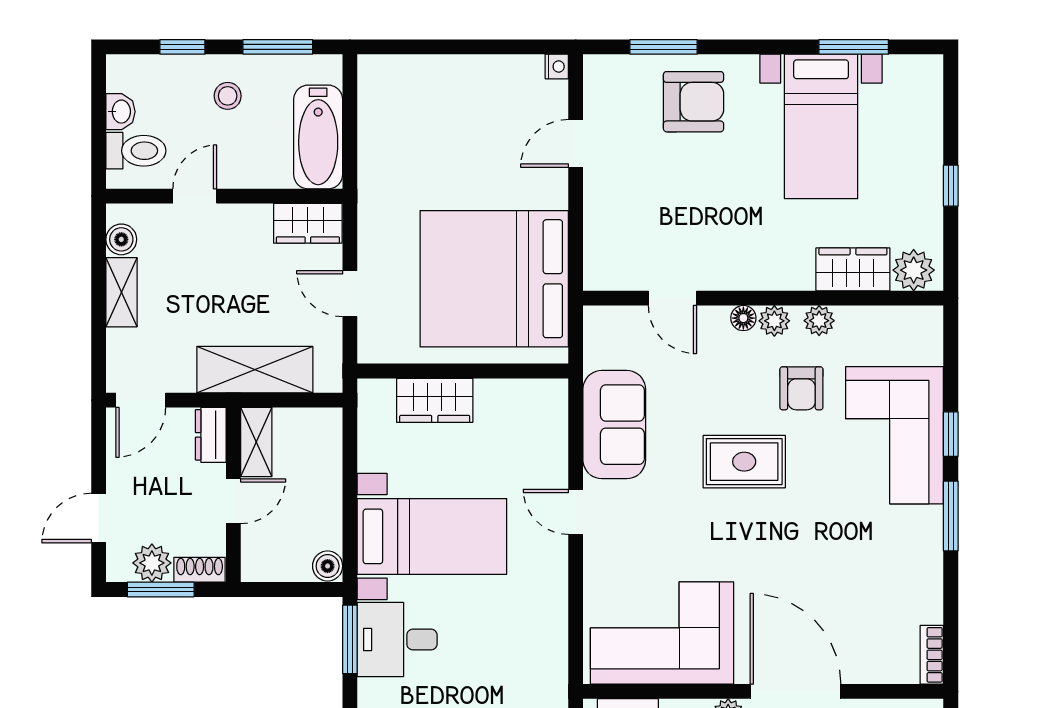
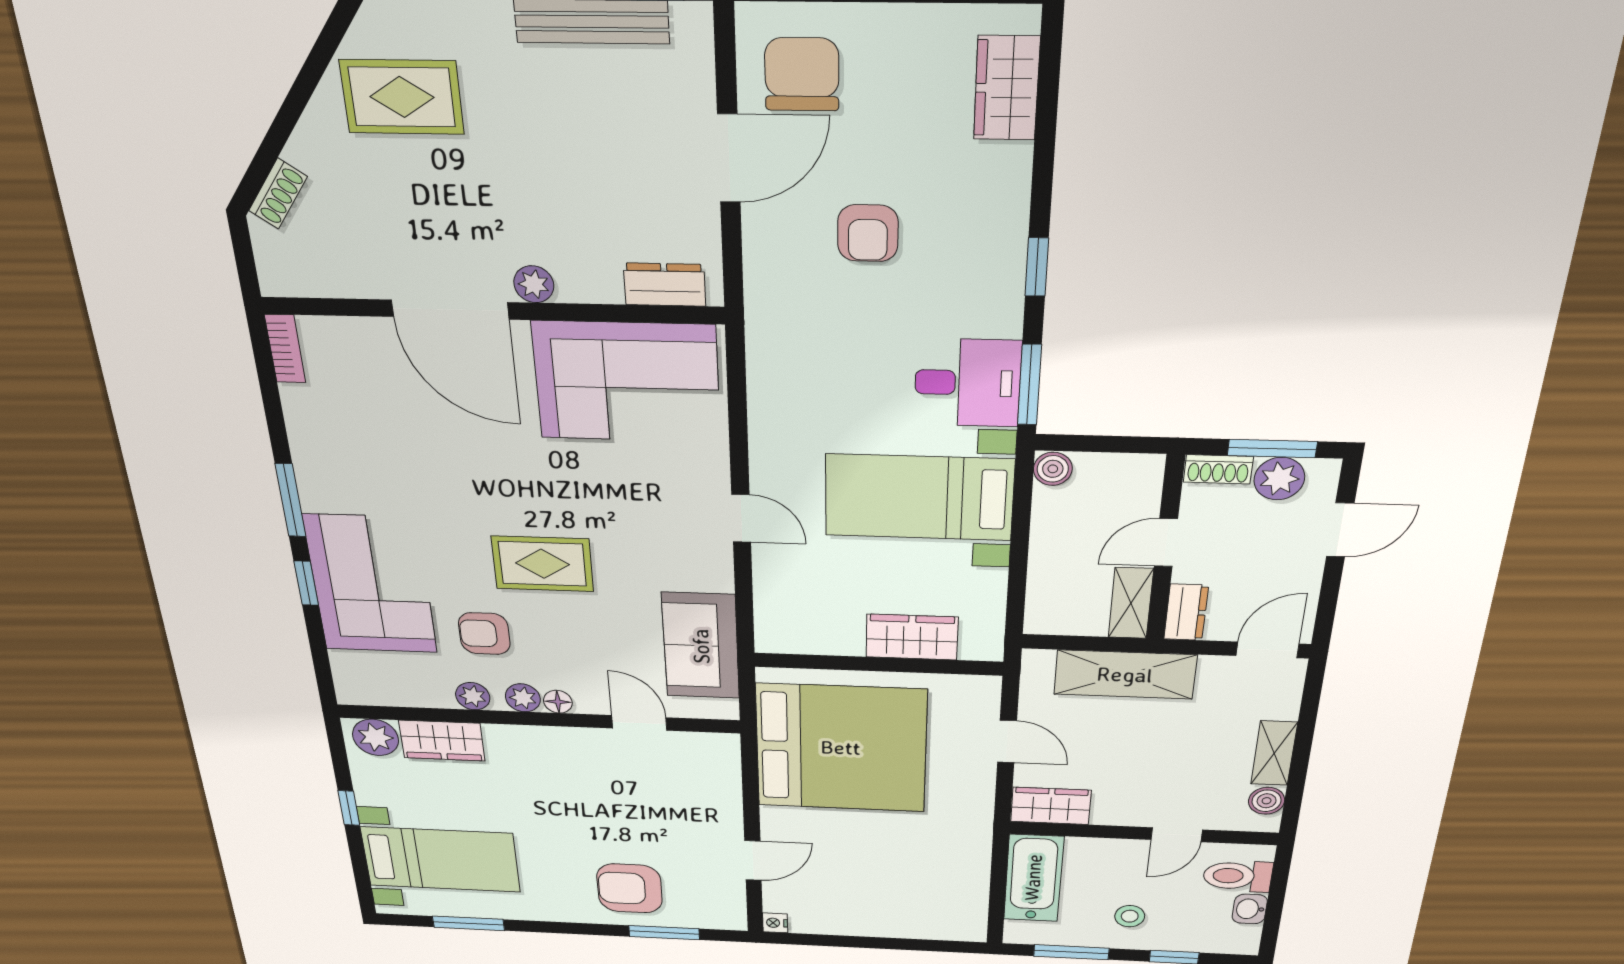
bed with nightstands: (821, 126) -> (441, 860), moved, turned 90
armchair: (801, 388) -> (484, 634), turned -90
sofa: (614, 425) -> (701, 646), moved

